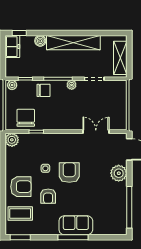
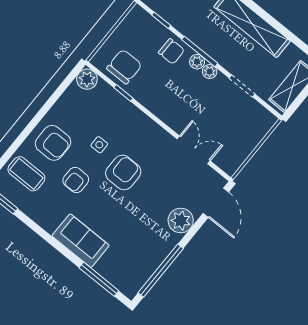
plant: (12, 85) -> (197, 62), moved
window: (73, 237) -> (99, 279), moved

